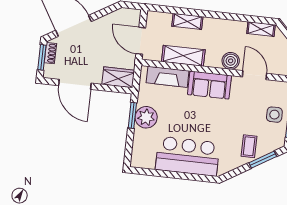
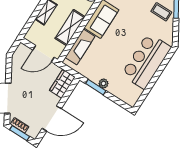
plant: (146, 117) -> (103, 83), width x0.53, depth x0.53

